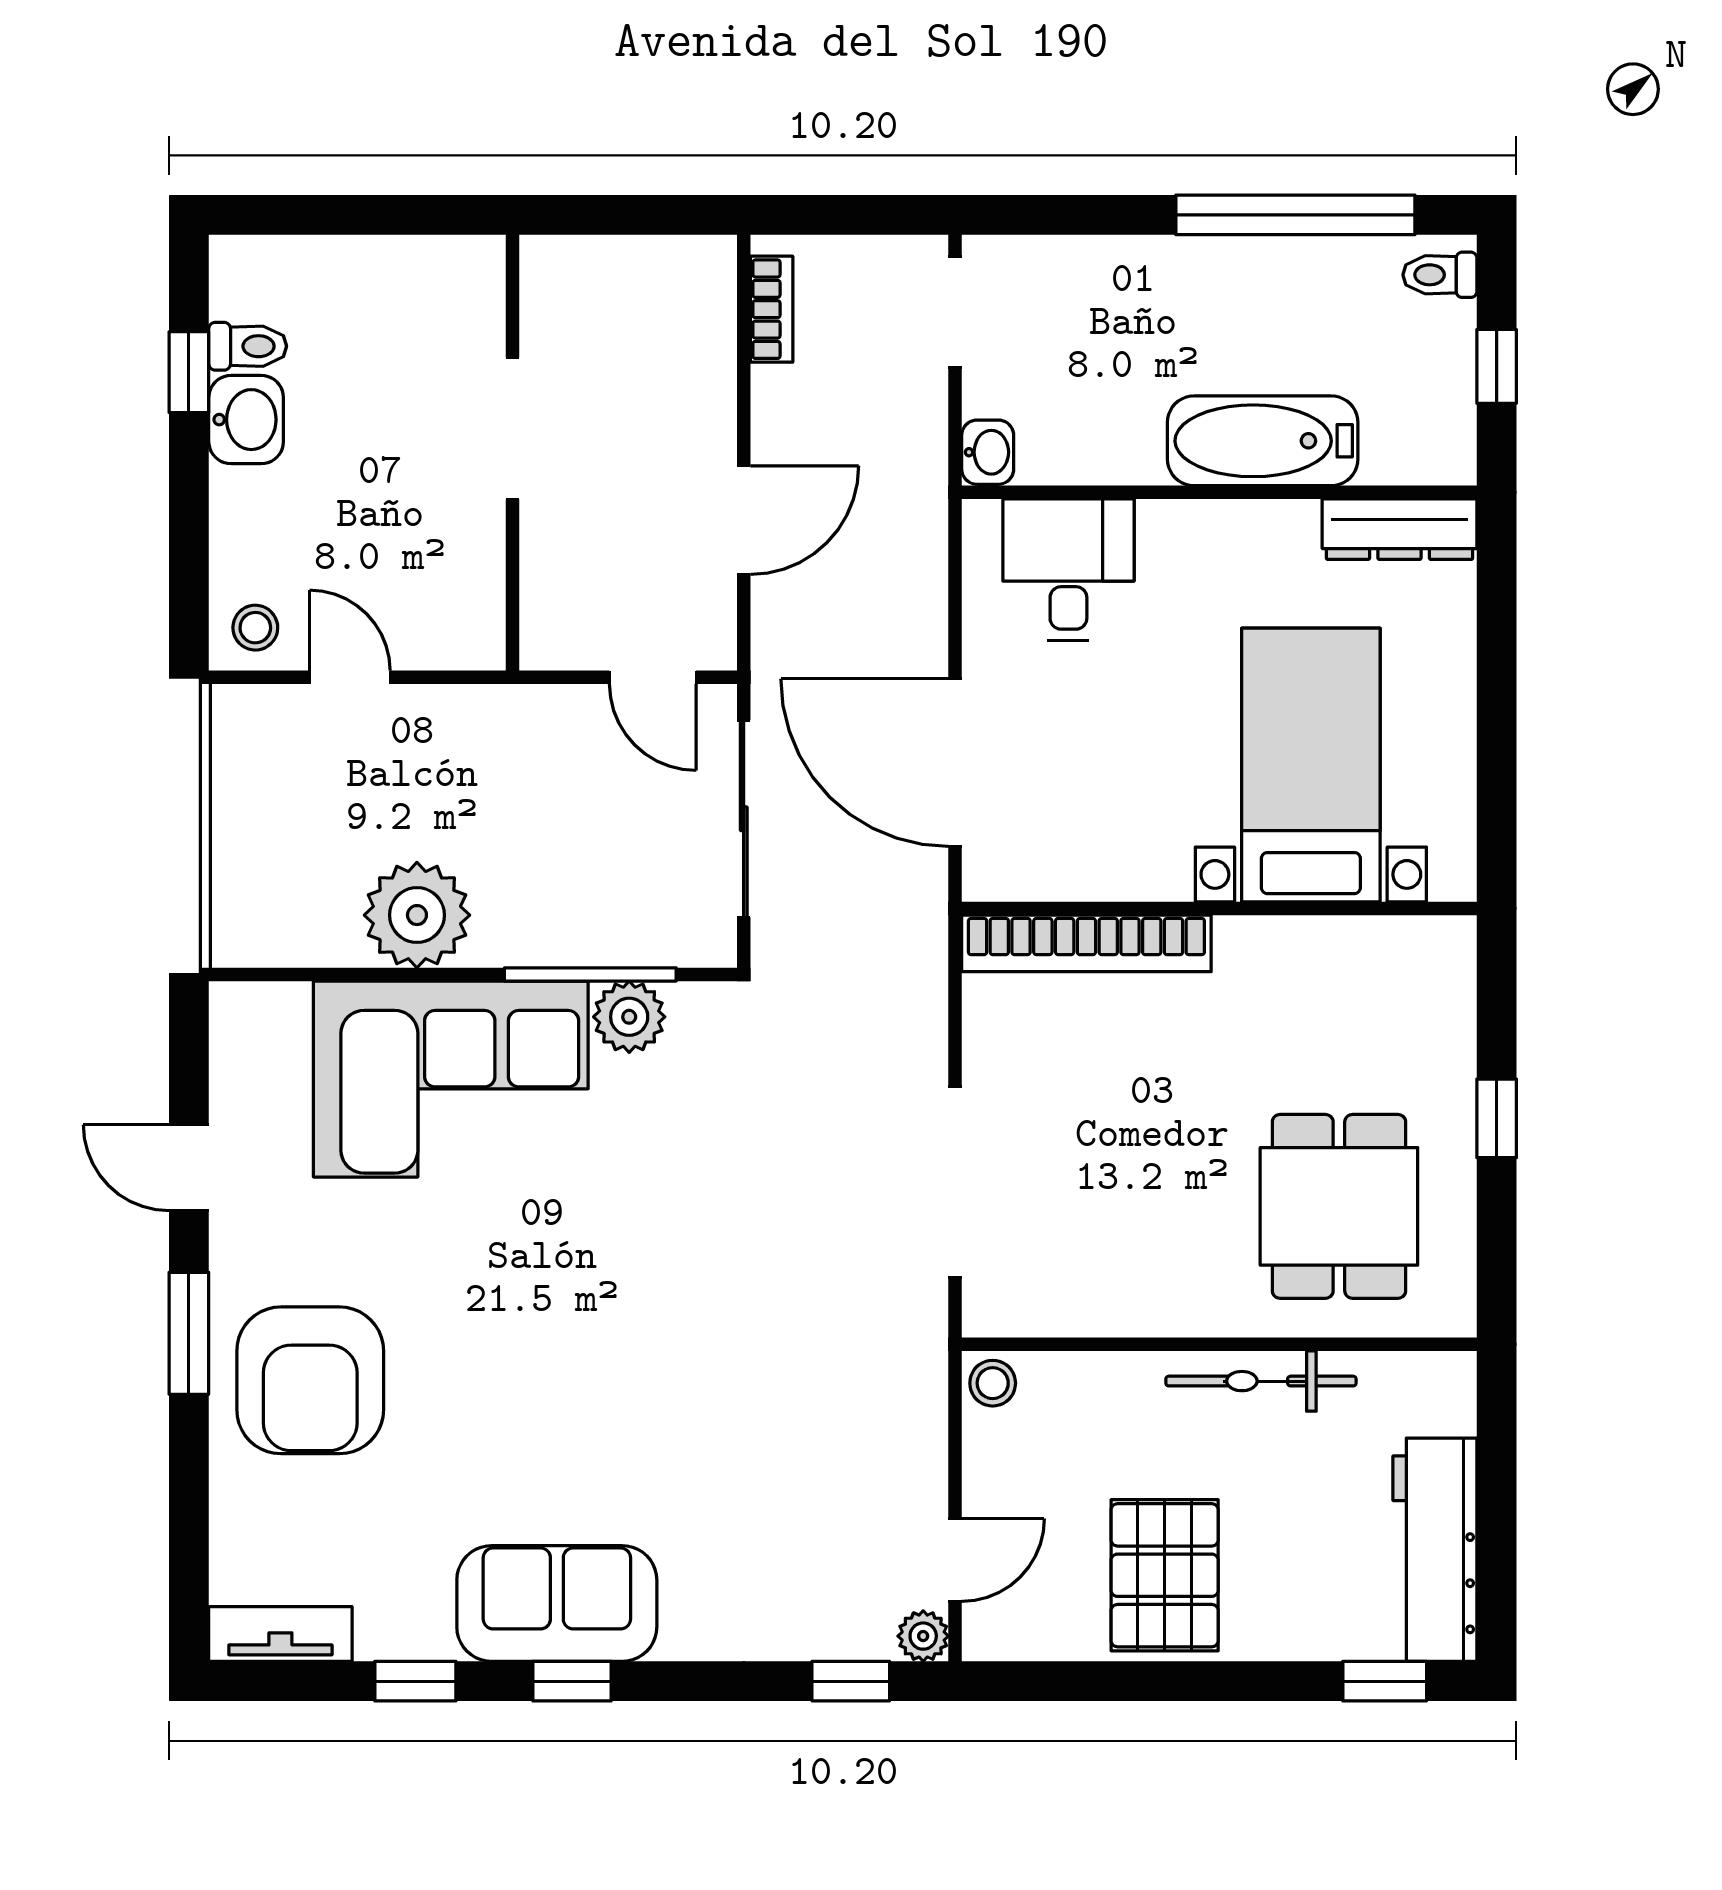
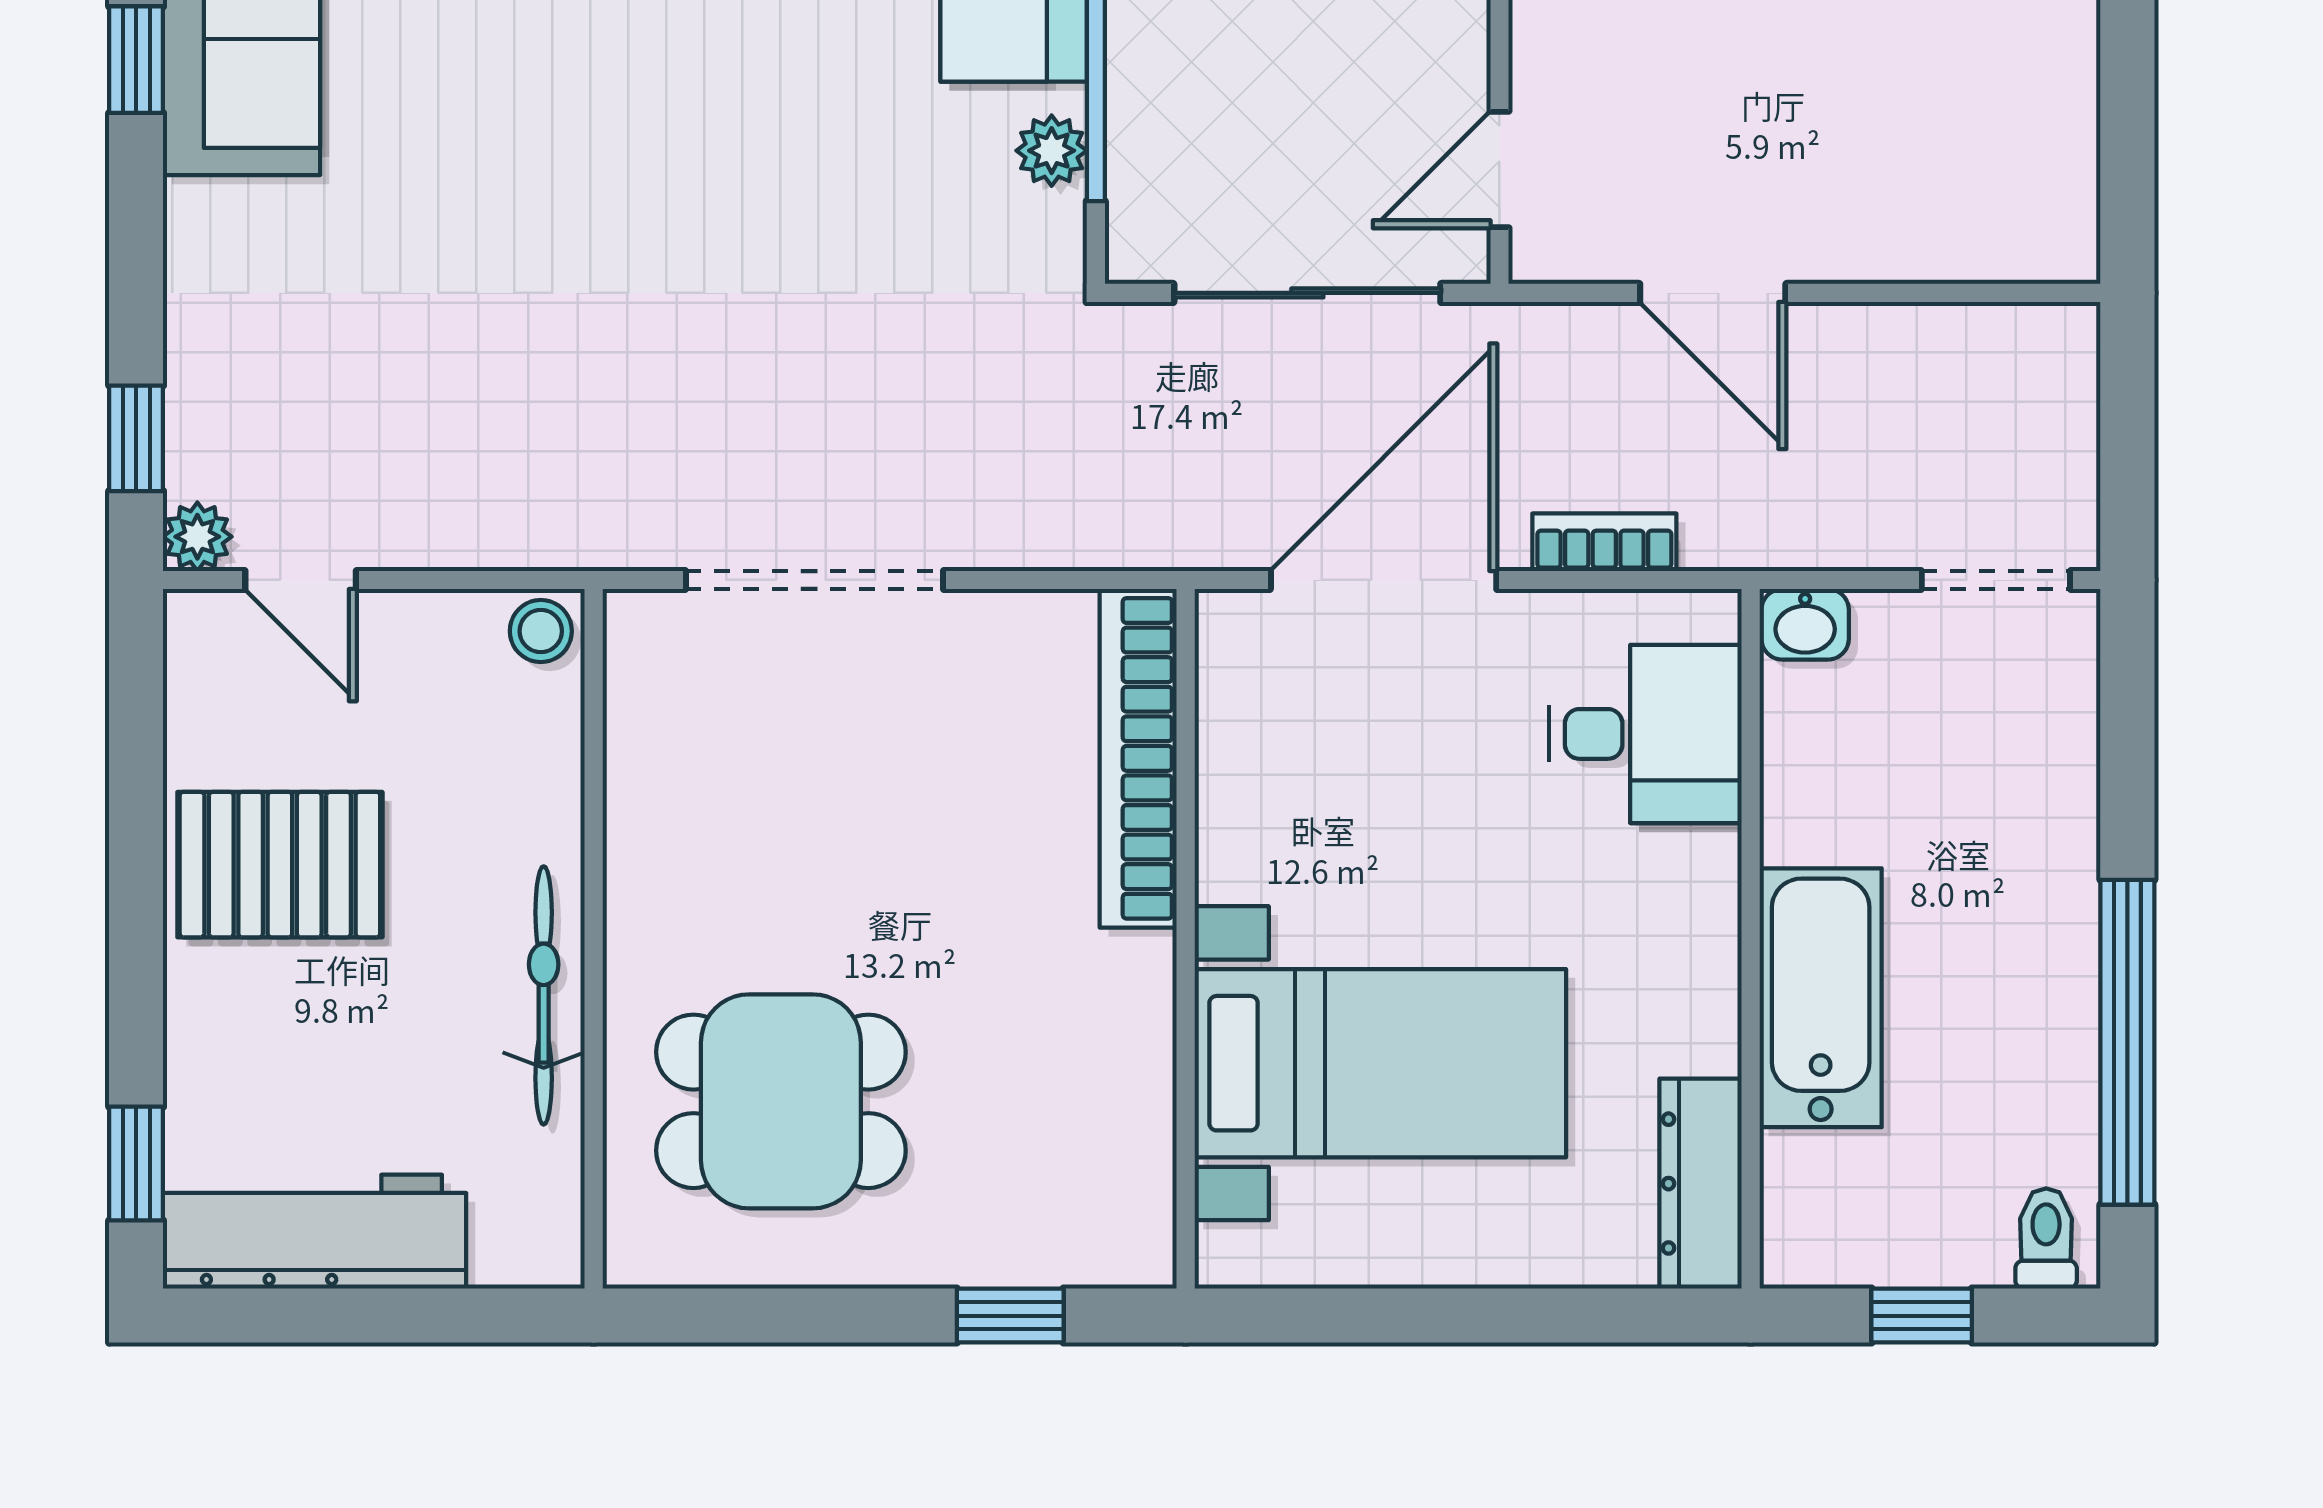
bookcase: (772, 309) -> (1604, 542), moved, turned 180
plant: (629, 1017) -> (1052, 151), width x0.73, depth x0.73
window: (1497, 1118) -> (1010, 1316), moved

